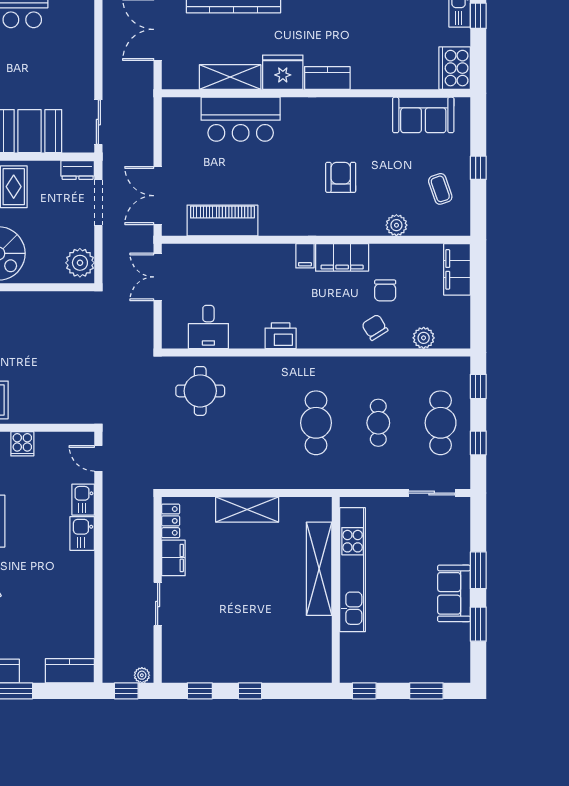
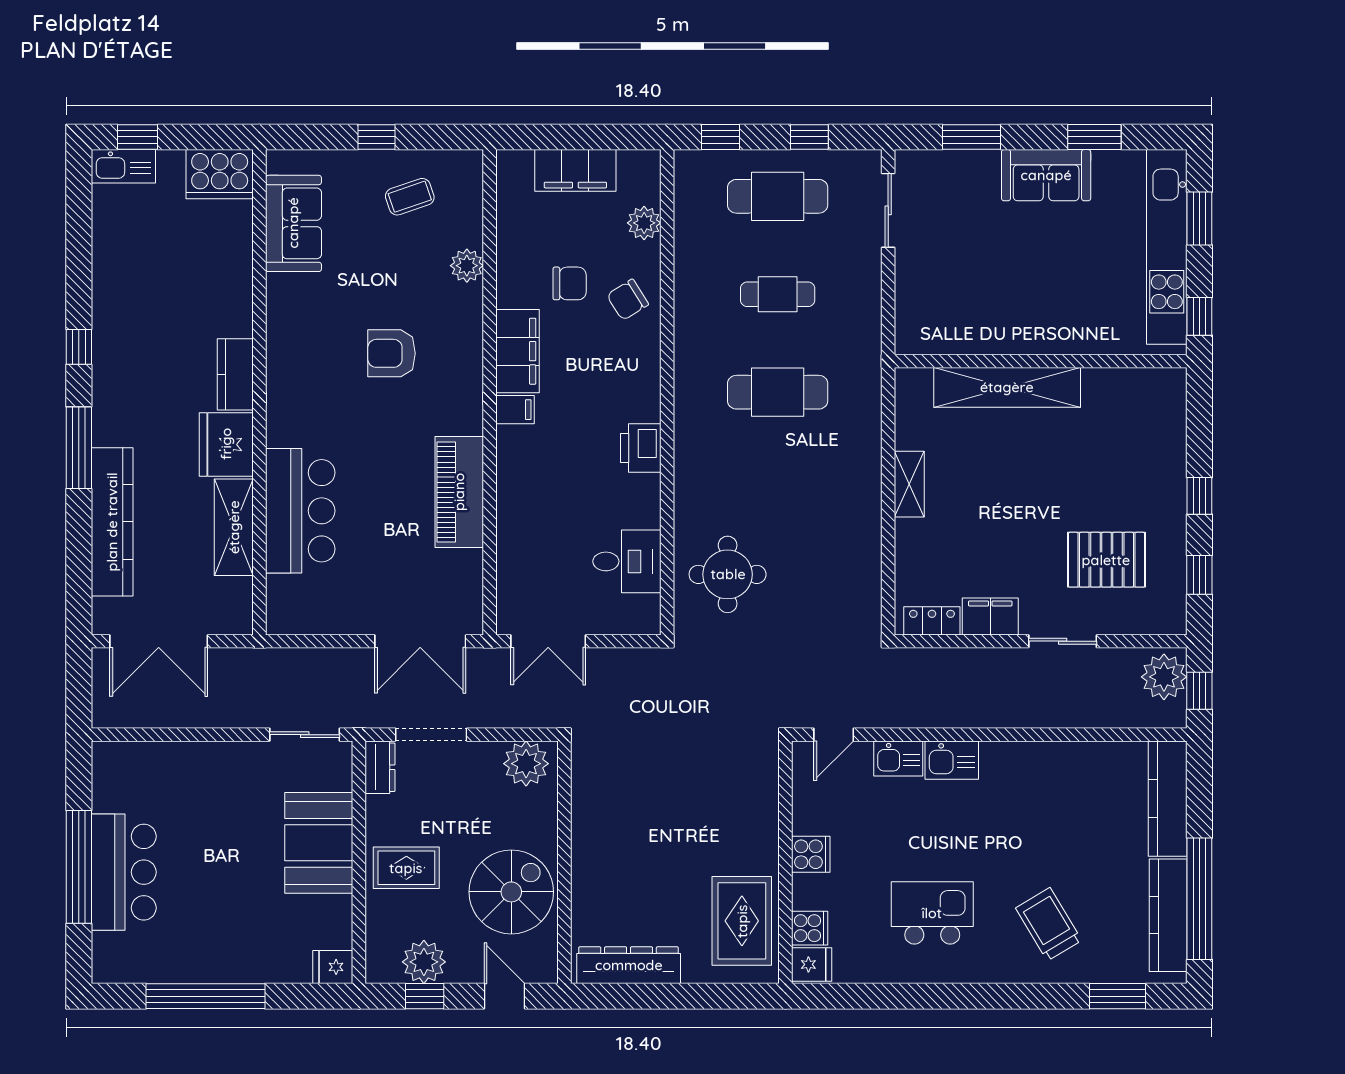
piano: (222, 220) -> (459, 492), moved
filing cabinet: (457, 269) -> (575, 170), moved
shelving: (247, 510) -> (909, 484), width x0.67, depth x0.75
kitchen unit: (353, 570) -> (1167, 247), moved, turned -90
window: (478, 570) -> (971, 137), moved
pallet: (210, 632) -> (1106, 560), added
kitchen counter: (70, 671) -> (1168, 799), width x1.50
plant: (142, 675) -> (1164, 677), width x1.87, depth x1.87

